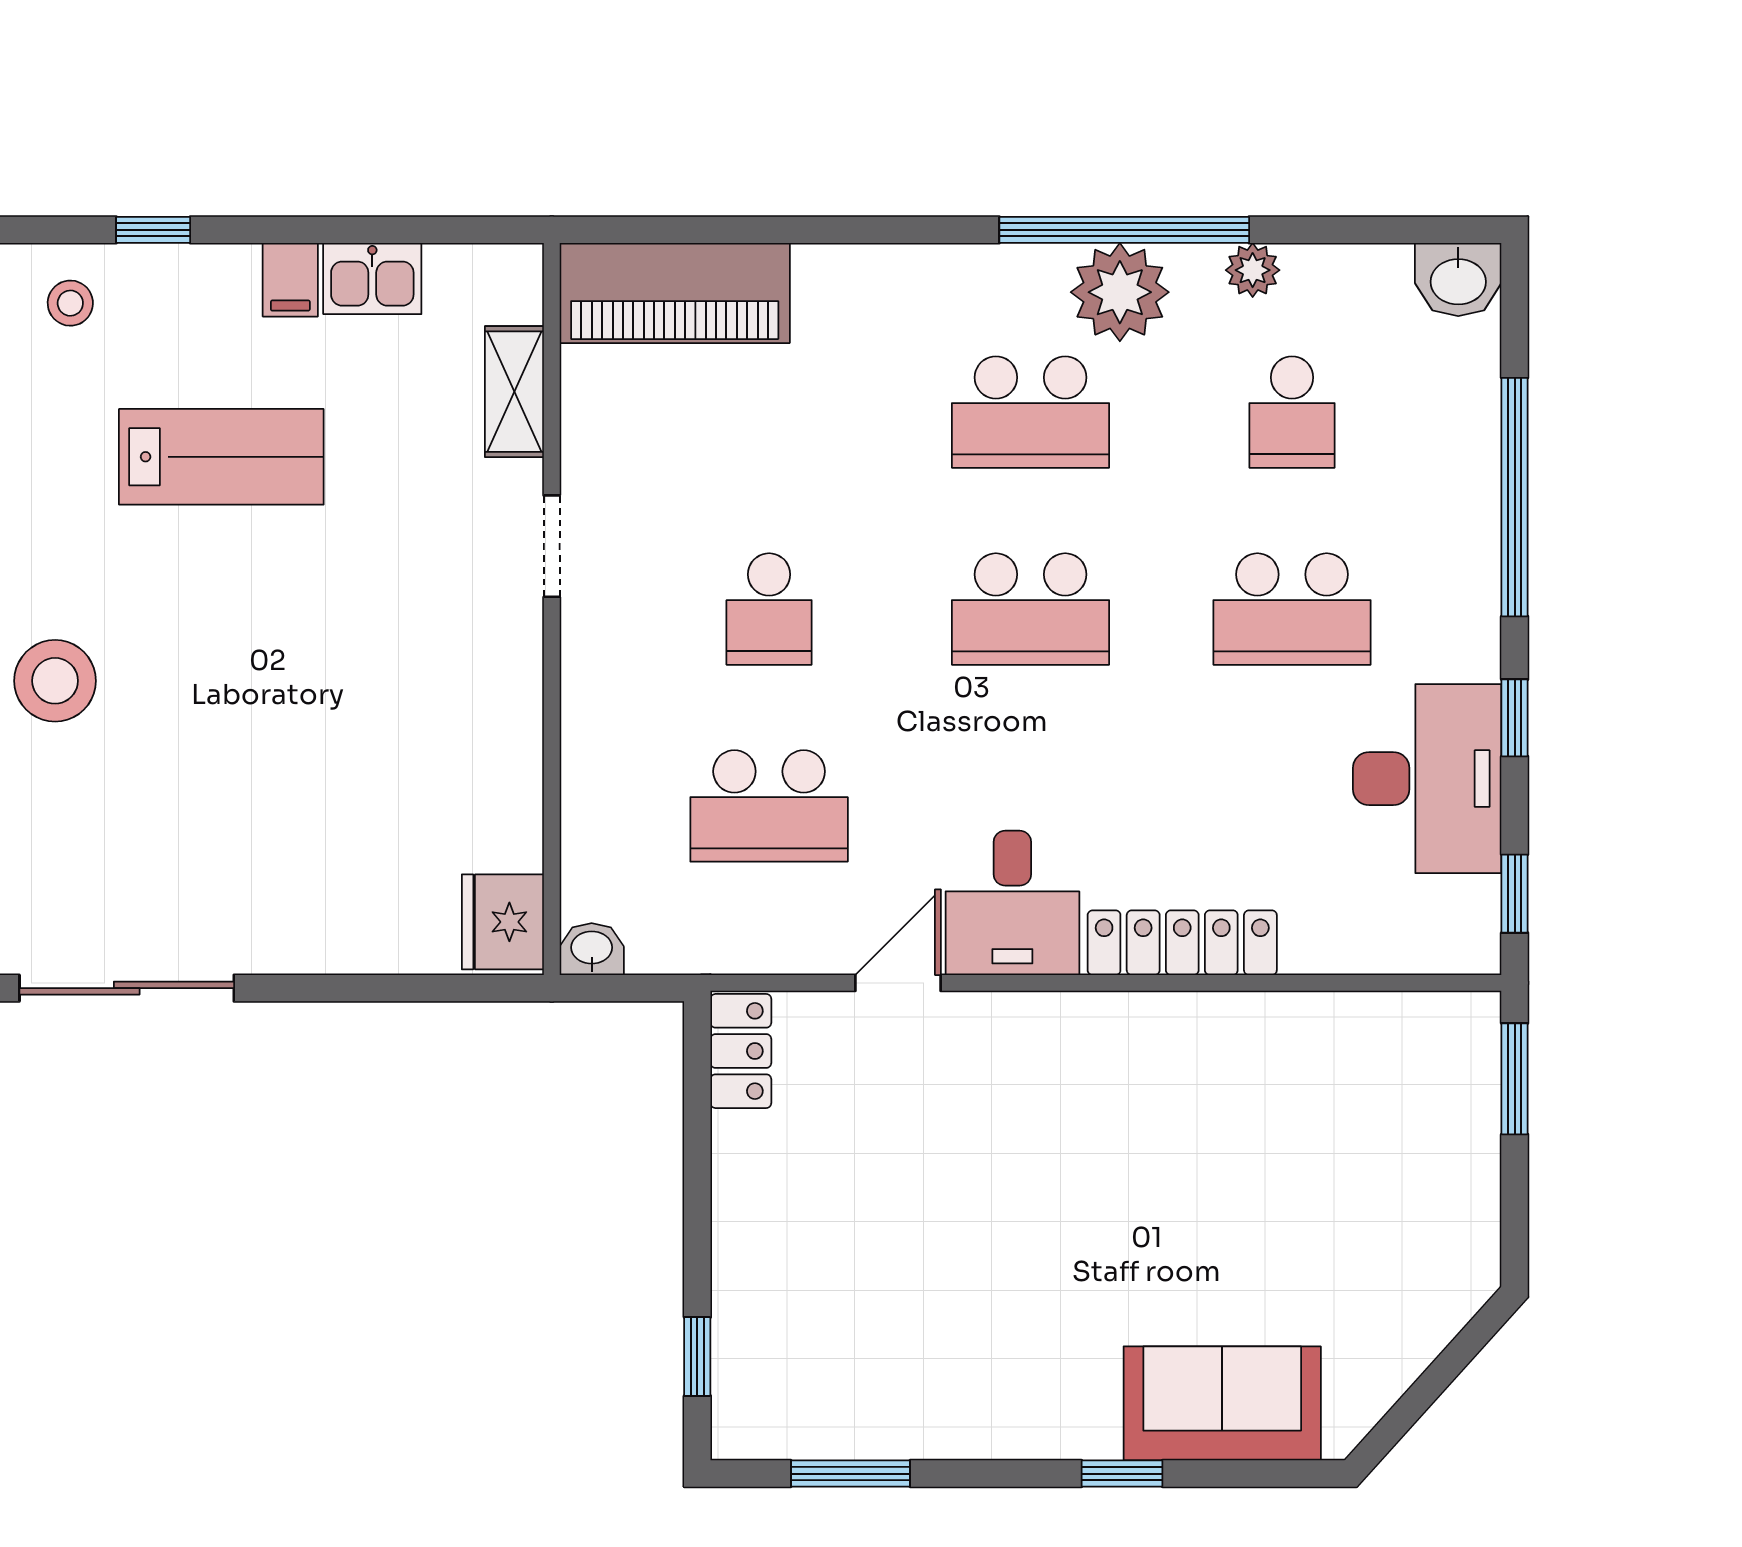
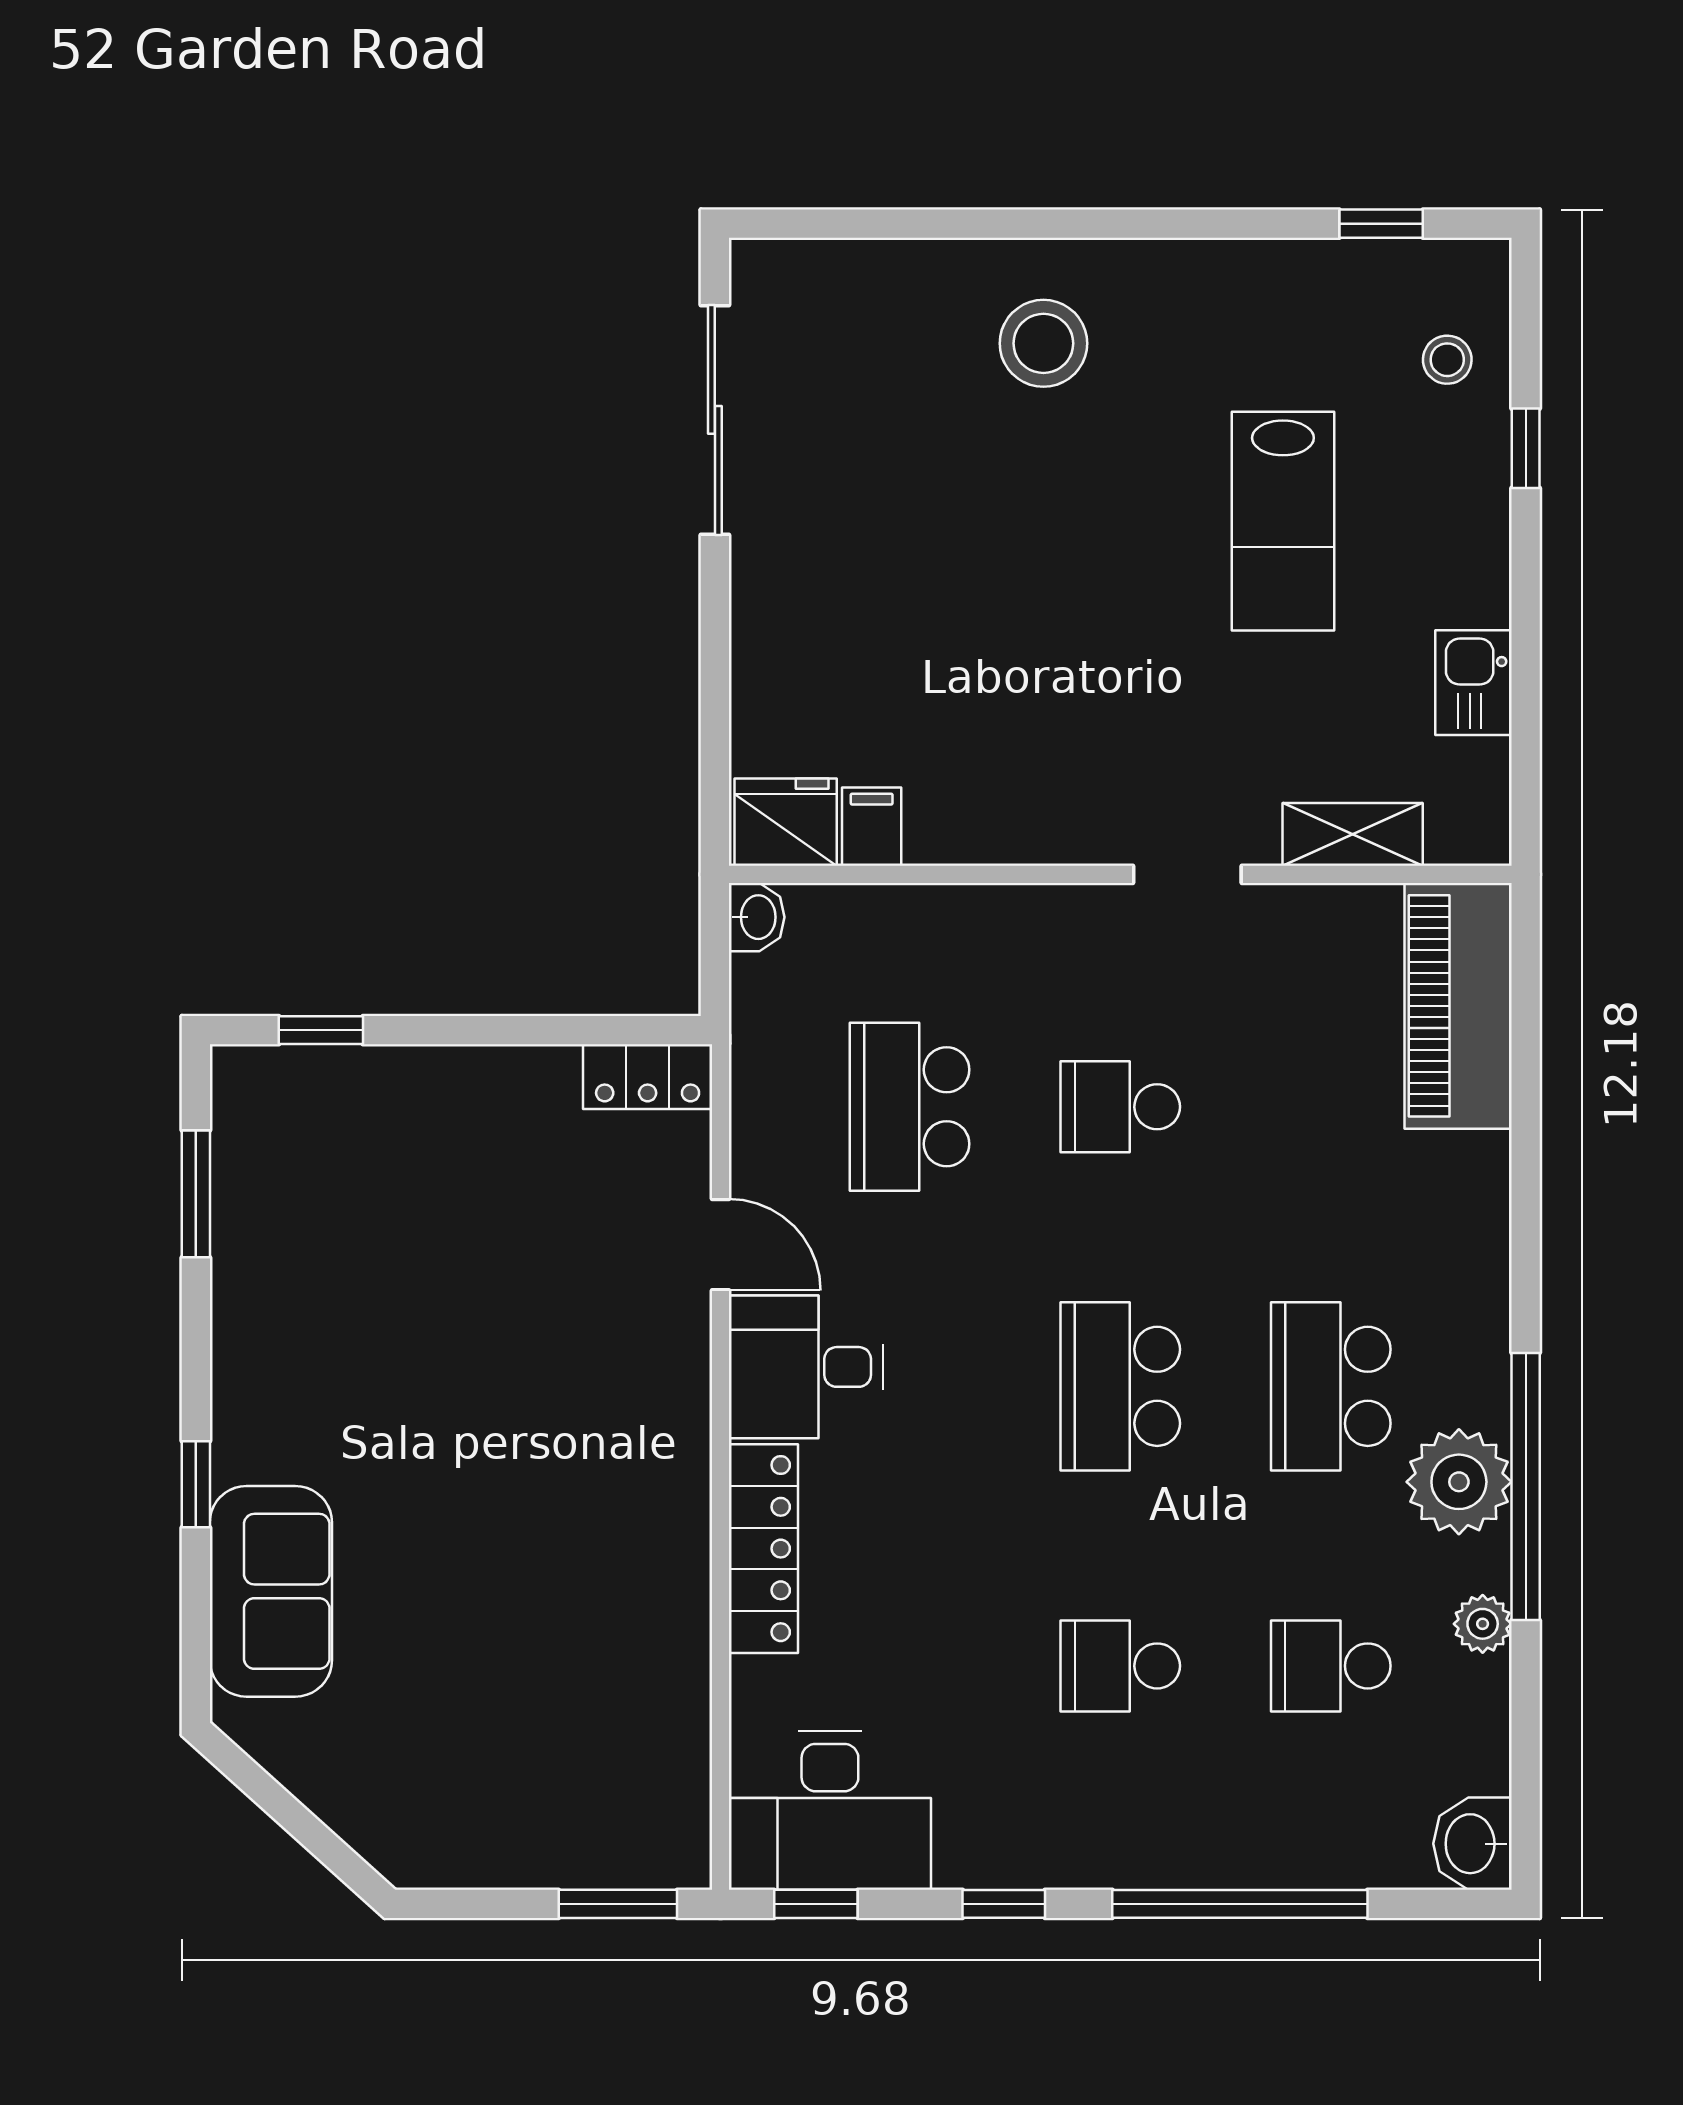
filing cabinet: (290, 280) -> (872, 827), moved, turned 90
school desk: (1292, 609) -> (1120, 1666), width x0.54
desk: (1427, 779) -> (830, 1810), moved

